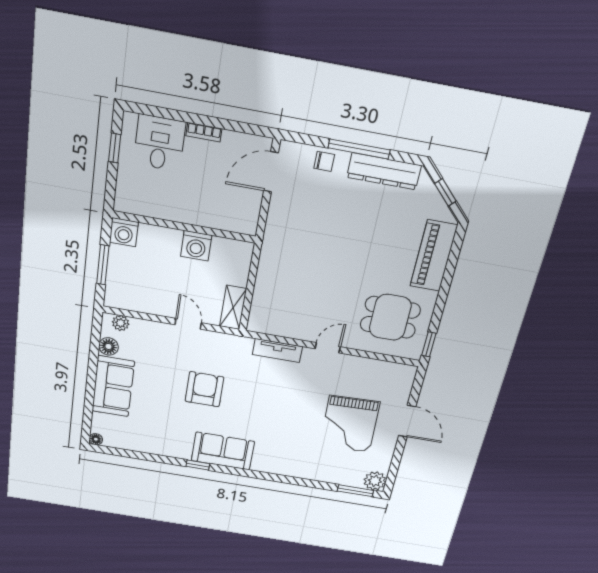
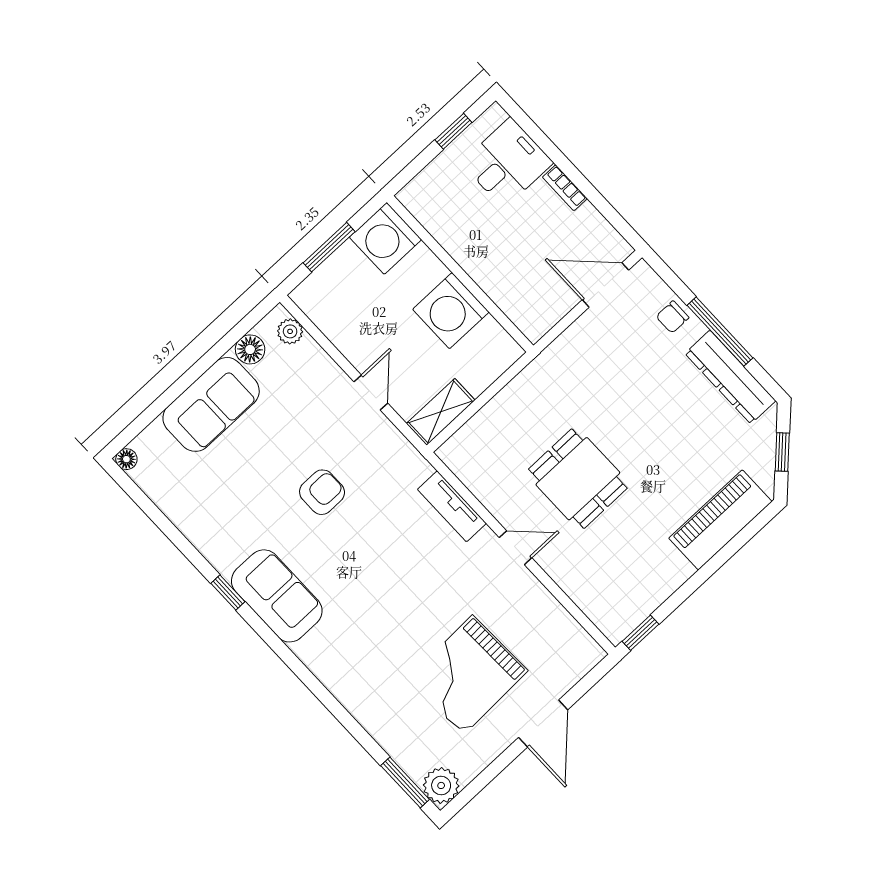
chair: (324, 161) -> (672, 317), turned 90
washing machine: (124, 232) -> (385, 238), width x1.37, depth x1.37
washing machine: (196, 246) -> (451, 311), width x1.37, depth x1.37
dining table: (390, 317) -> (578, 479), moved
armchair: (204, 389) -> (322, 492), width x0.72, depth x0.72

